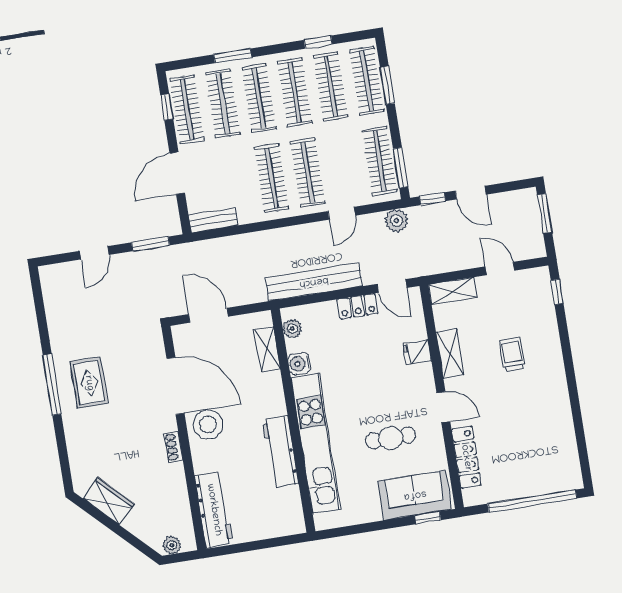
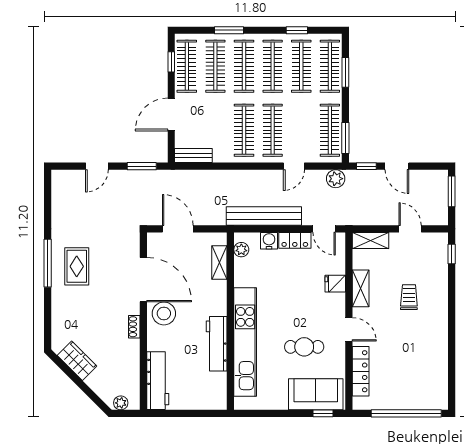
water cooler: (299, 364) -> (269, 241), moved, turned 90

